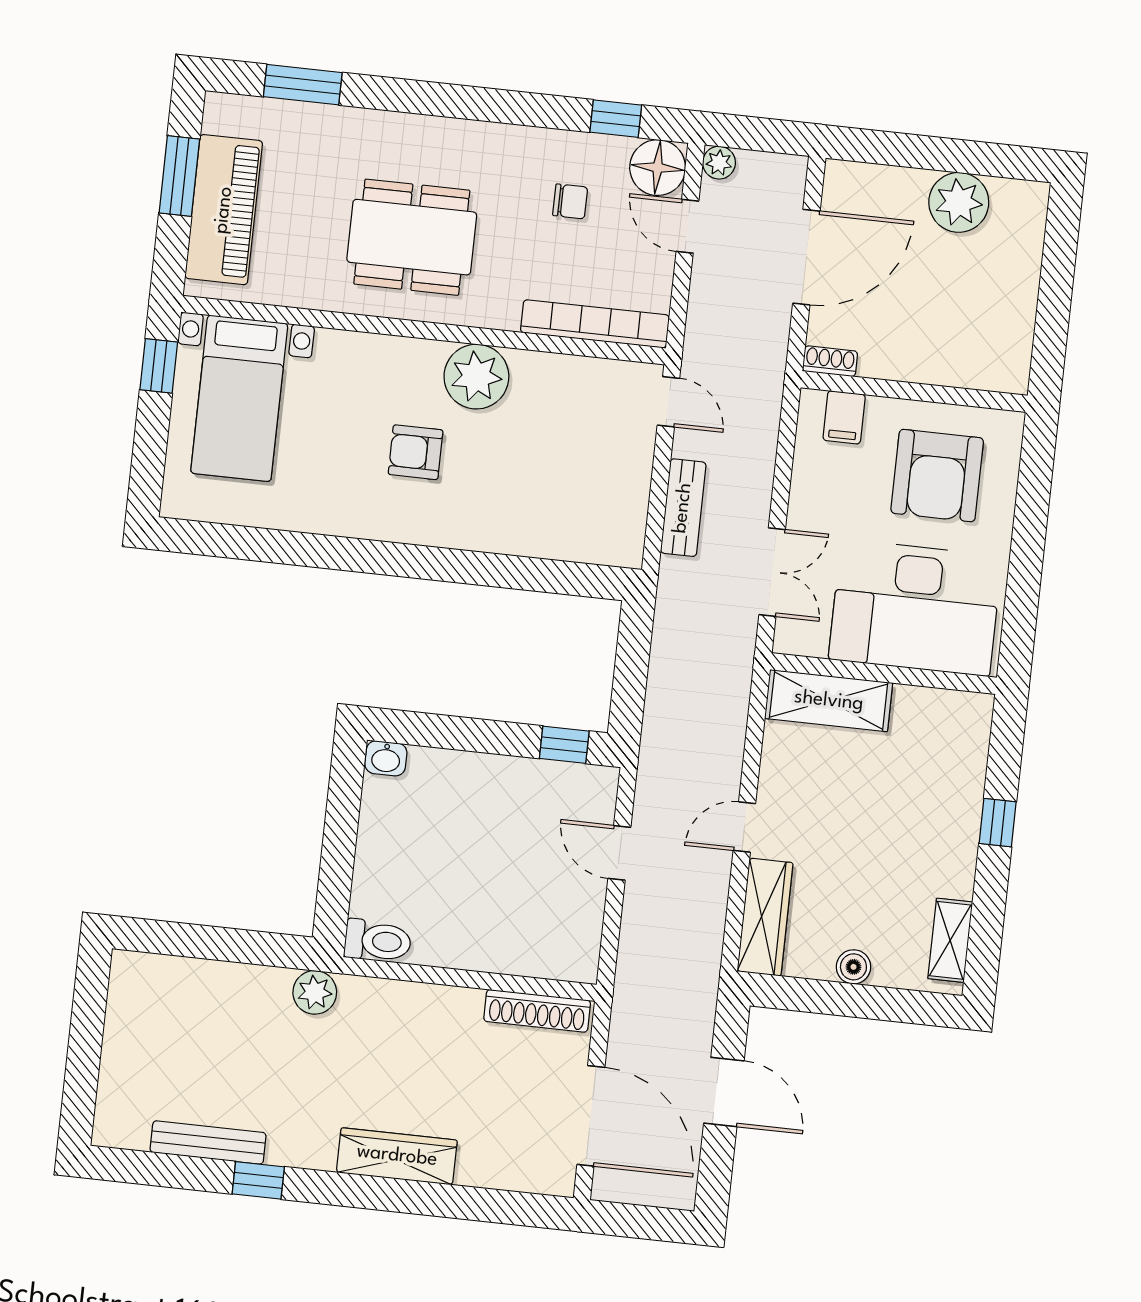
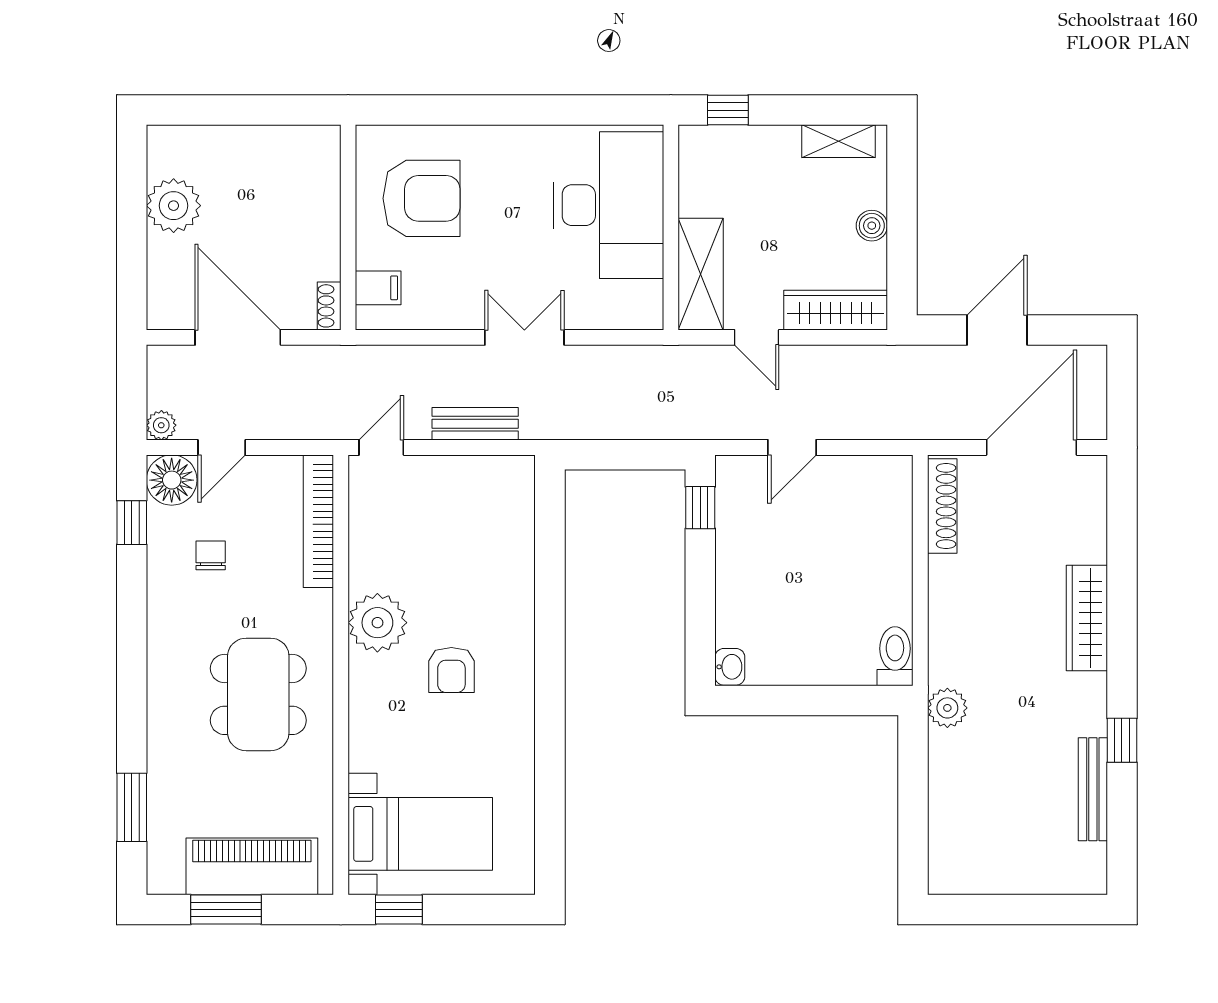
desk: (915, 608) -> (609, 205), moved
wall: (883, 674) -> (671, 227), moved
shelving: (829, 701) -> (701, 274), moved

